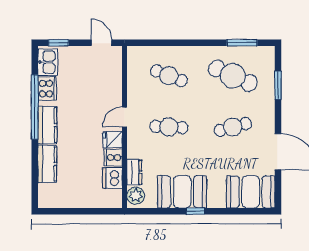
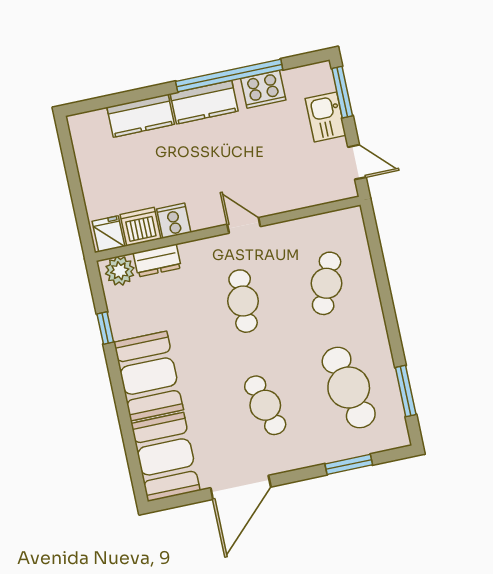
window: (59, 43) -> (342, 92), width x1.50
door: (101, 43) -> (357, 162), hinge flipped
kitchen sink: (48, 62) -> (325, 117), moved, turned 90
cafe table: (233, 76) -> (349, 388), turned -36
fridge: (113, 140) -> (108, 234), moved
booth: (182, 192) -> (149, 376), moved
window: (196, 211) -> (105, 328), moved

